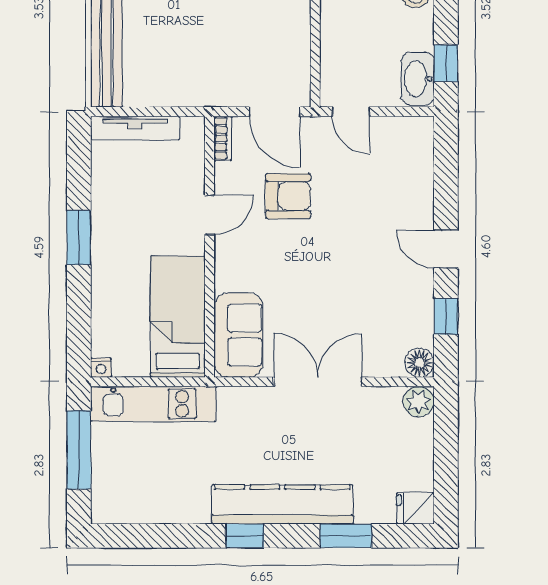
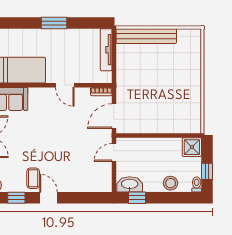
armchair: (288, 196) -> (74, 123), removed
door: (446, 249) -> (49, 198), hinge flipped
coffee table: (405, 281) -> (33, 178), added

